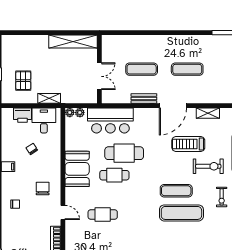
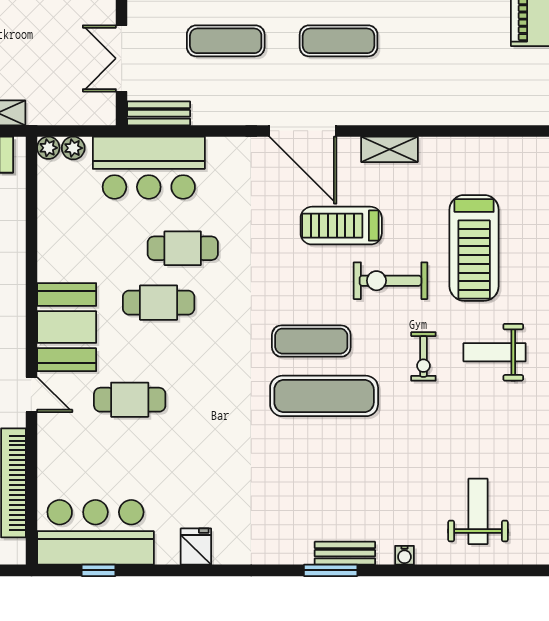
double door: (99, 76) -> (122, 58), swing flipped
bench: (144, 99) -> (159, 113), moved
door: (173, 106) -> (303, 131), hinge flipped
cafe table: (124, 153) -> (183, 248), width x0.73, depth x0.74
exercise bike: (208, 166) -> (390, 281), turned 180
booth: (77, 169) -> (67, 327), moved

